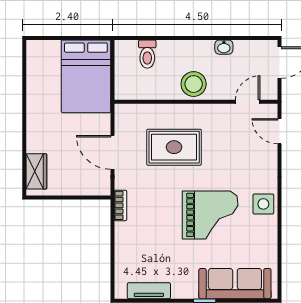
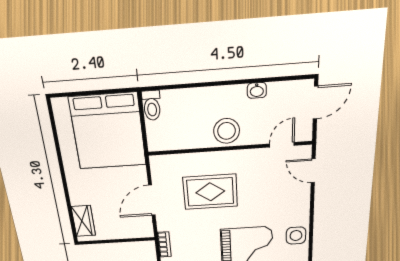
toilet: (147, 54) -> (152, 105), moved
bed: (86, 76) -> (108, 131), width x1.36
door: (112, 152) -> (152, 200), hinge flipped

